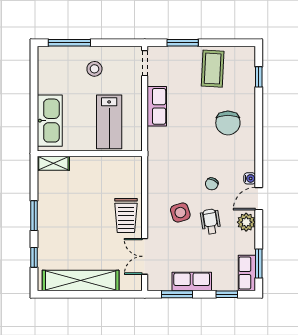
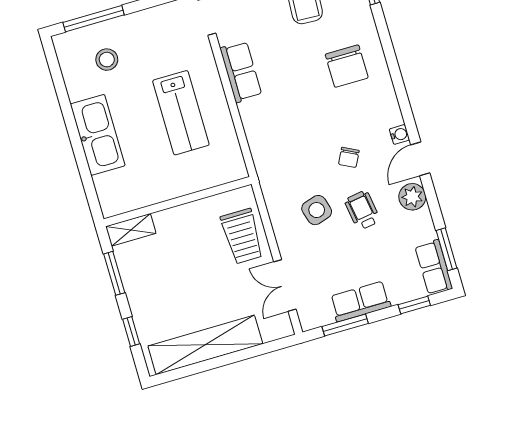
stool: (94, 69) -> (107, 60), moved
wall: (90, 154) -> (178, 202), moved
shelving: (53, 163) -> (131, 230), moved

